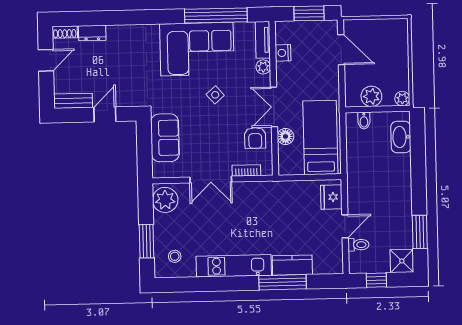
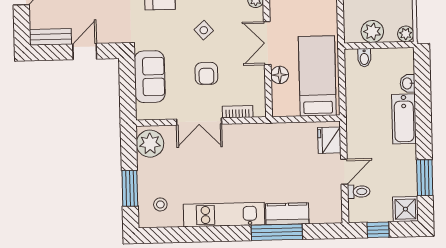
washbasin: (401, 137) -> (408, 83), width x0.52, depth x0.69
armchair: (255, 138) -> (206, 73), moved
bathtub: (401, 177) -> (404, 119), added

